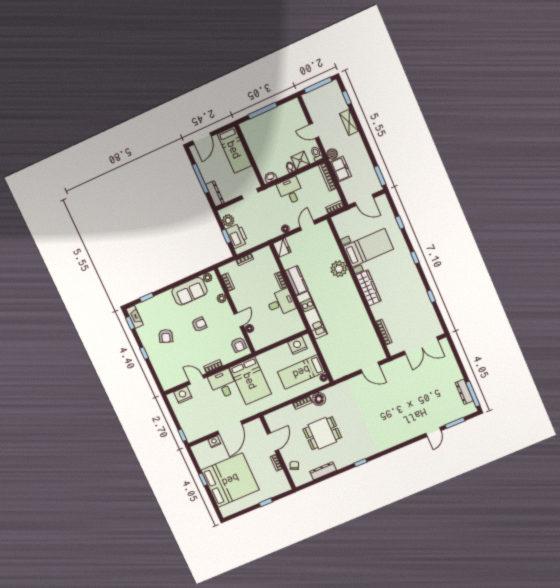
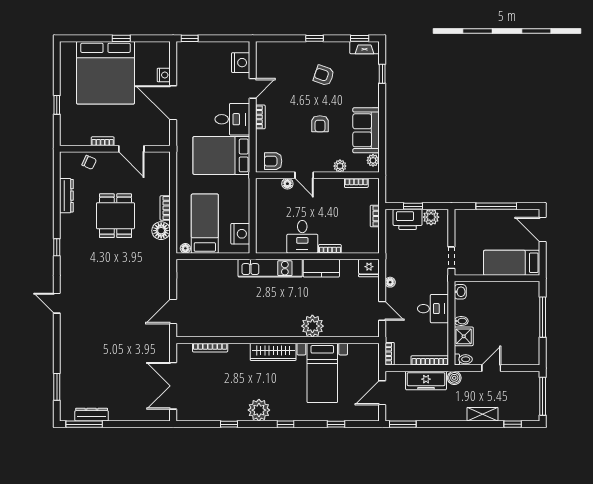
freezer: (341, 169) -> (426, 380), width x1.40
dresser: (215, 194) -> (470, 215), removed
plant: (413, 280) -> (259, 410), added
door: (433, 432) -> (57, 303), moved

